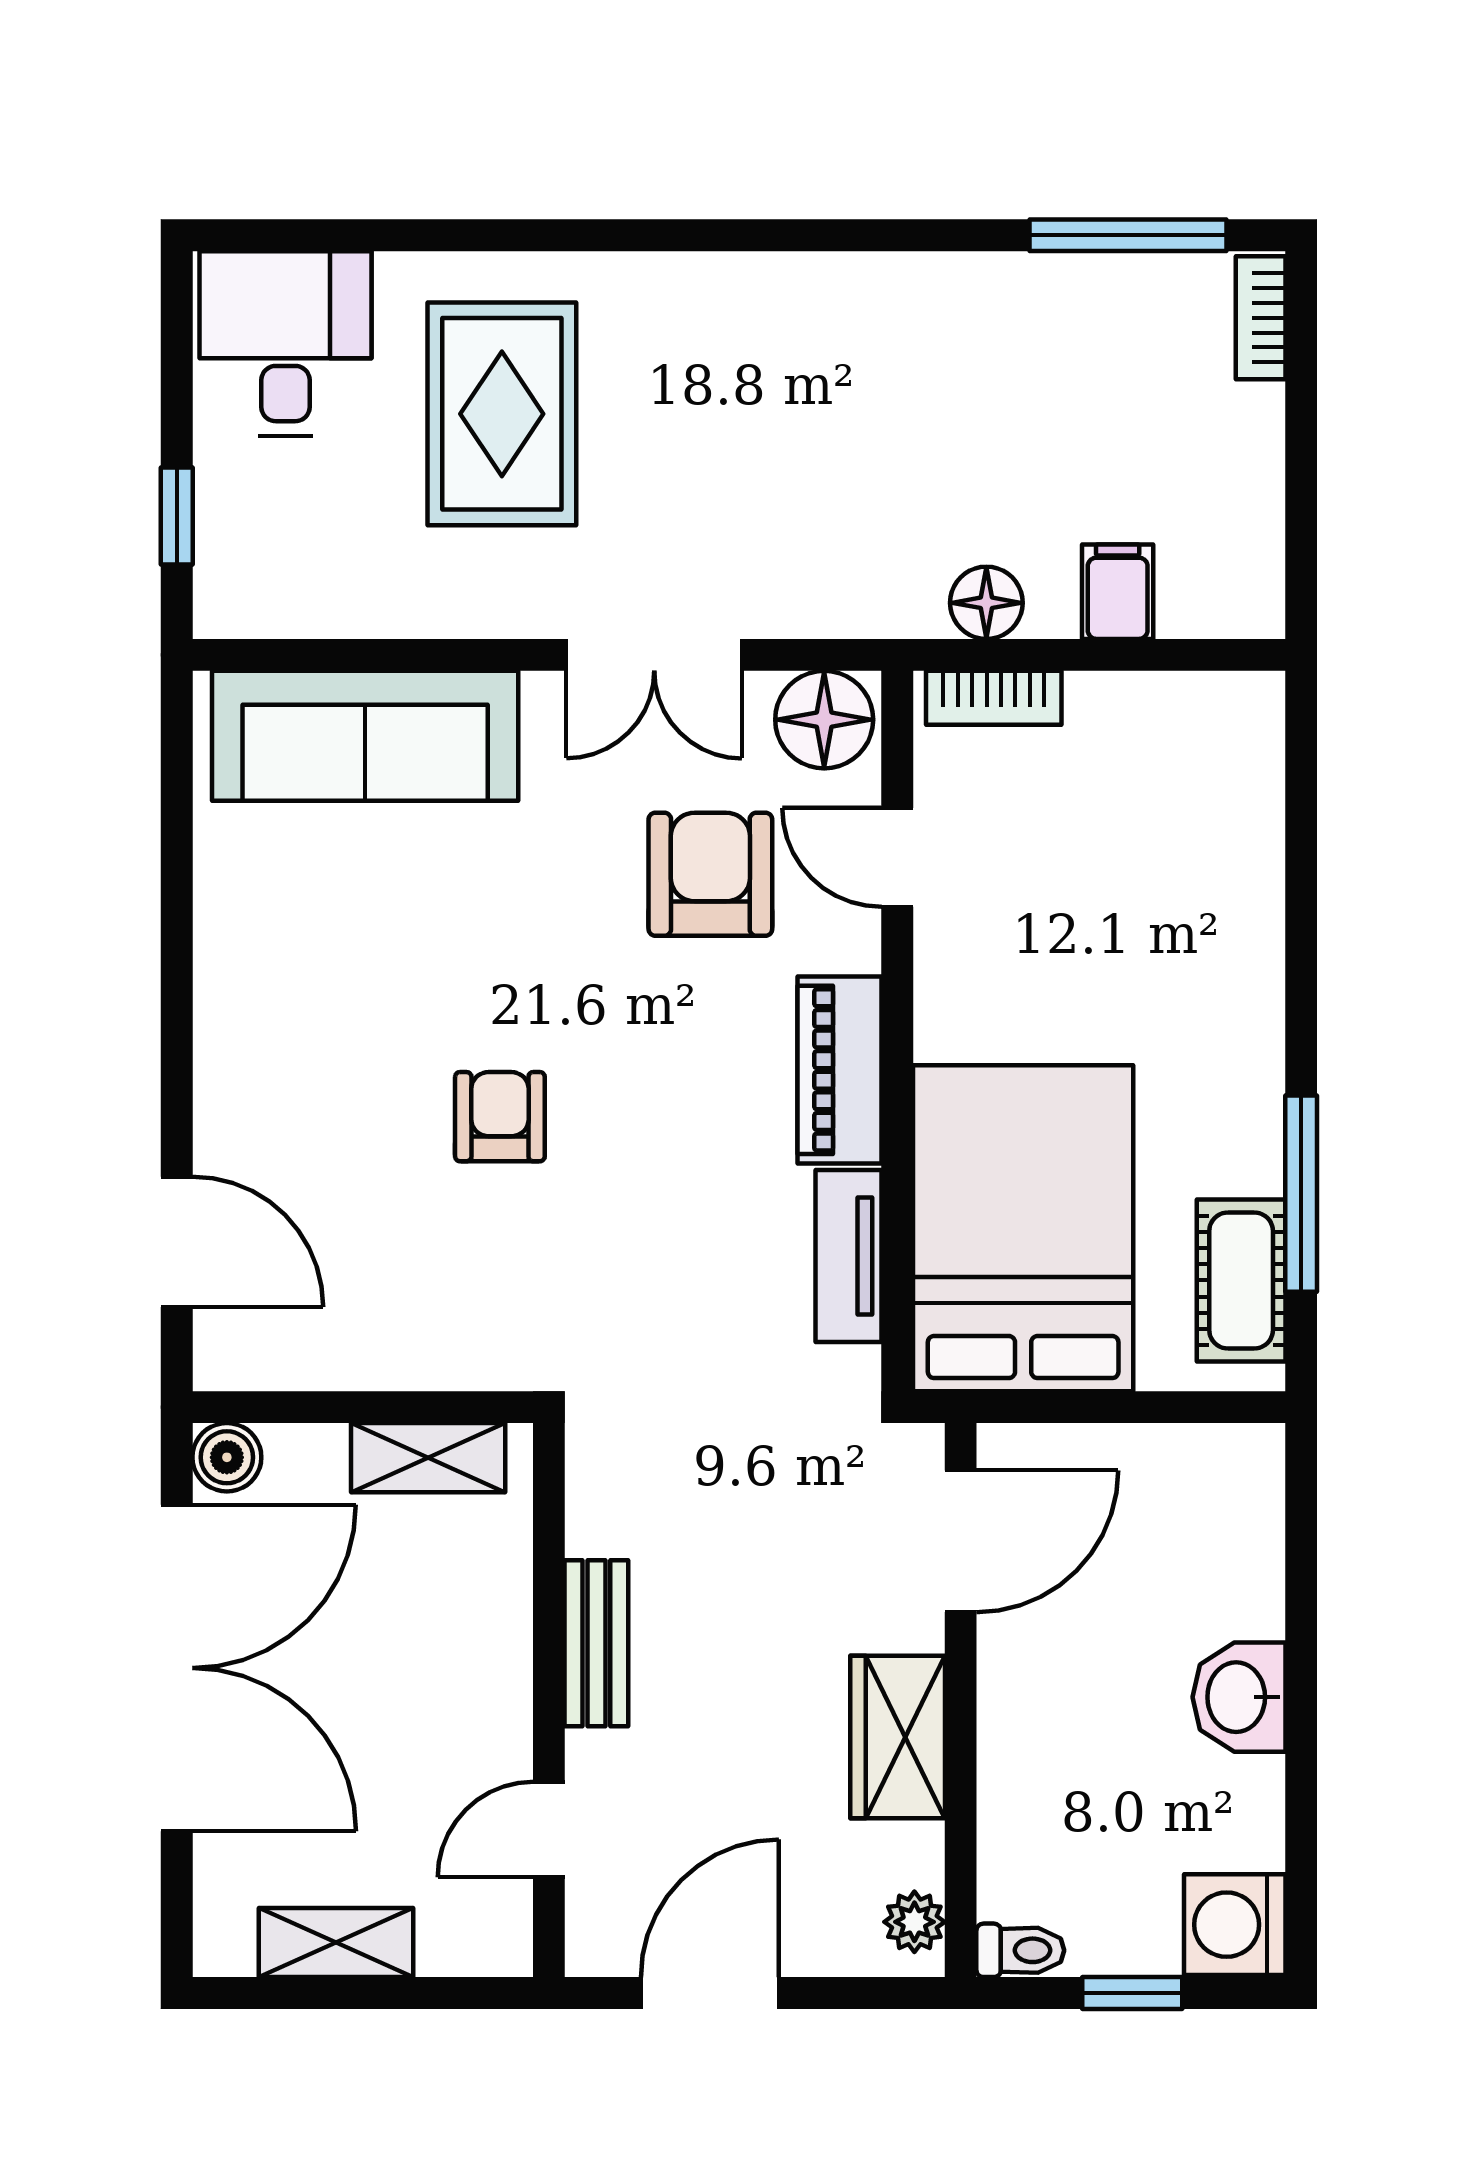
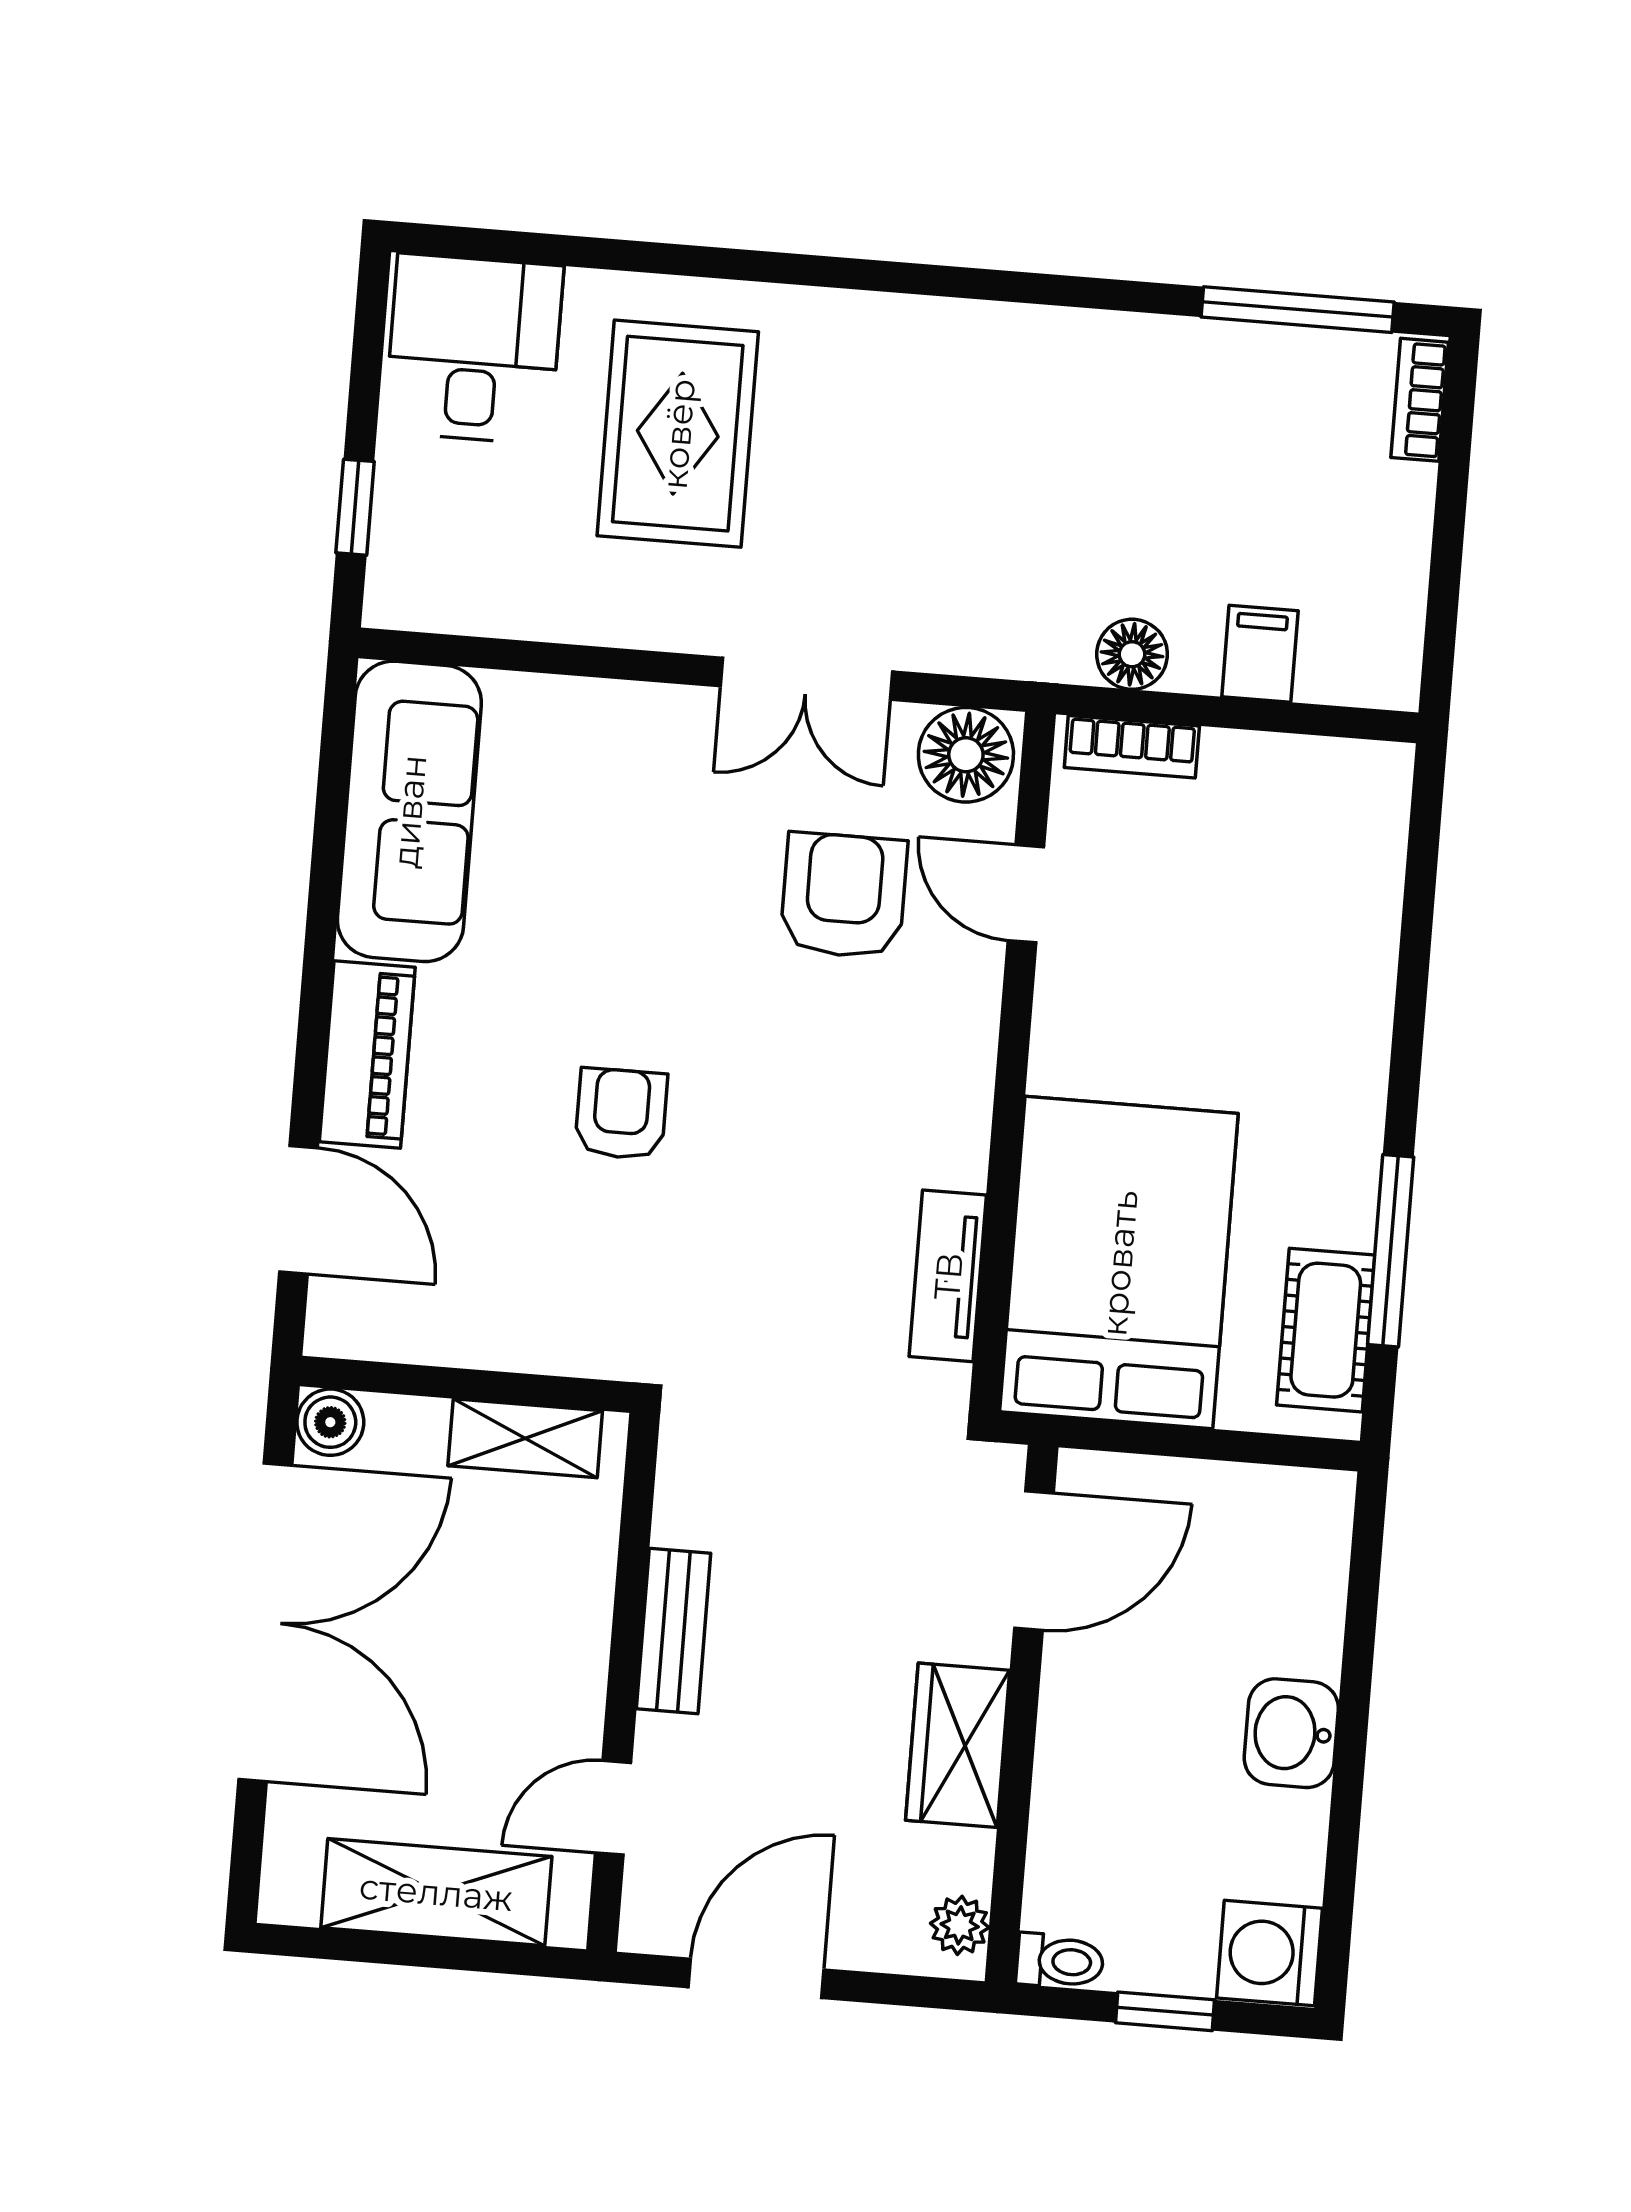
sofa: (365, 736) -> (409, 811), moved, turned -90
piano: (840, 1070) -> (367, 1054), moved, turned 180
shelving: (336, 1943) -> (436, 1892), width x1.50, depth x1.33

